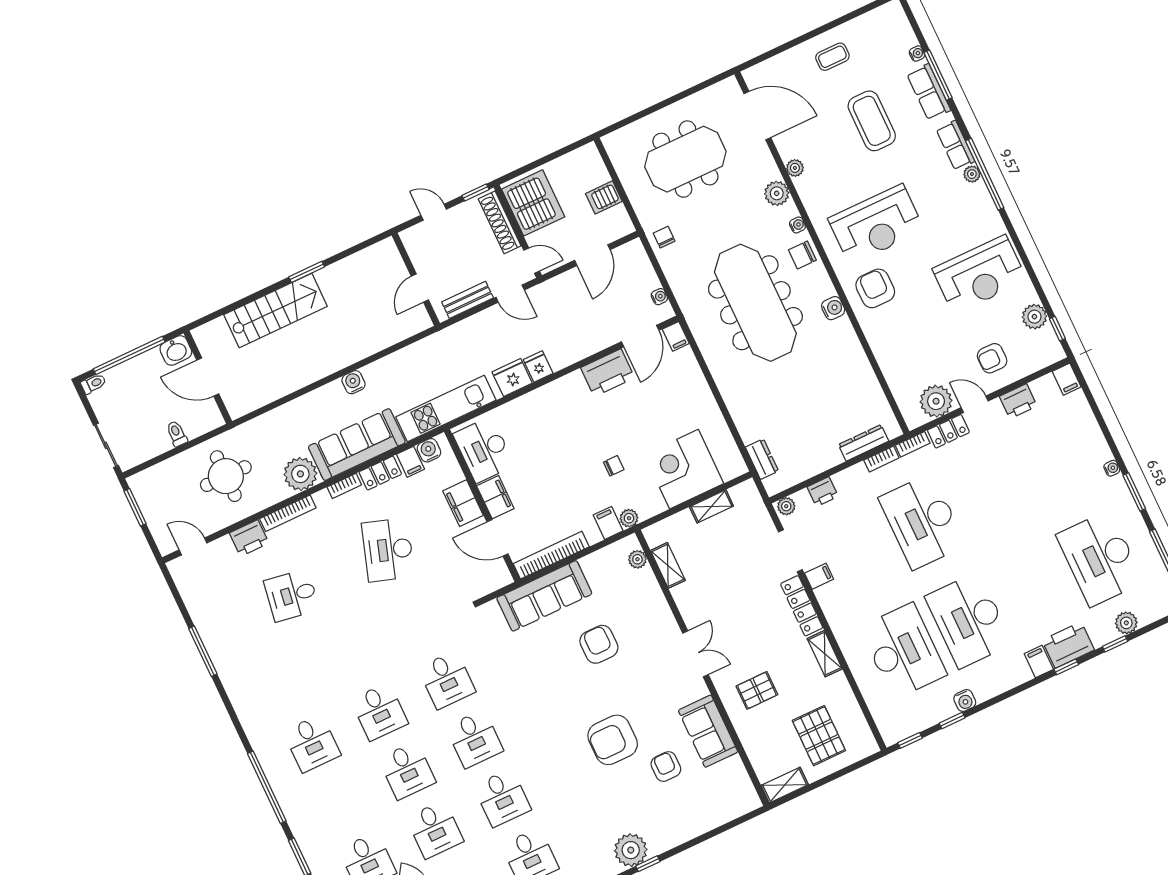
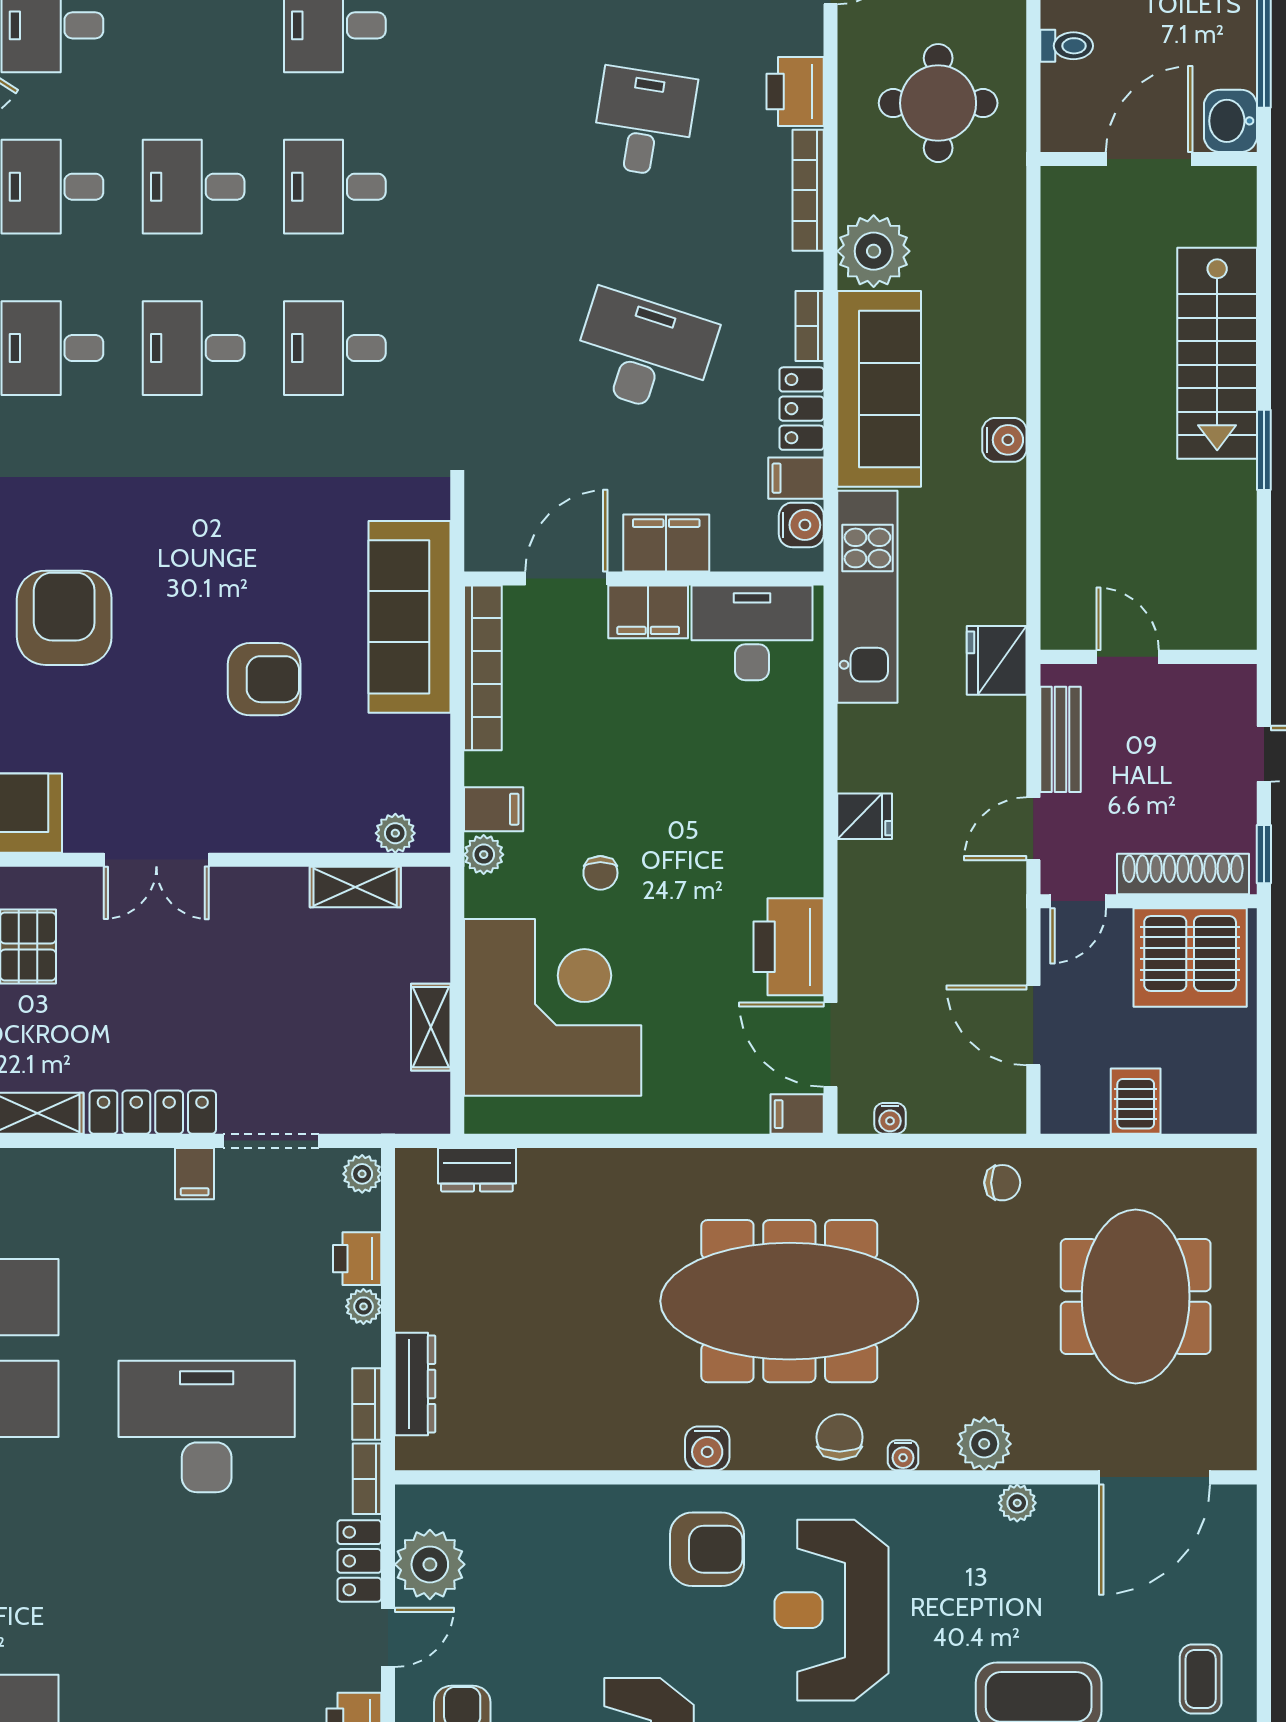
fridge: (512, 378) -> (997, 660), moved, turned 180
corner desk: (684, 469) -> (553, 1007), width x1.36, depth x1.36
plant: (841, 480) -> (363, 1306), added

